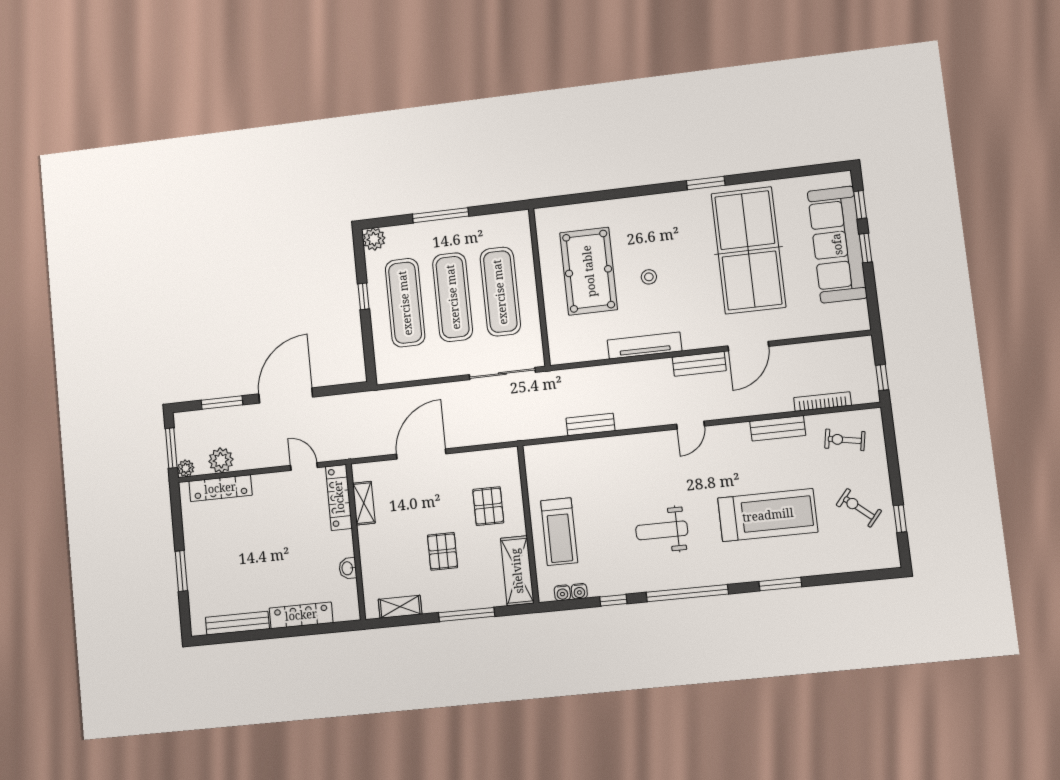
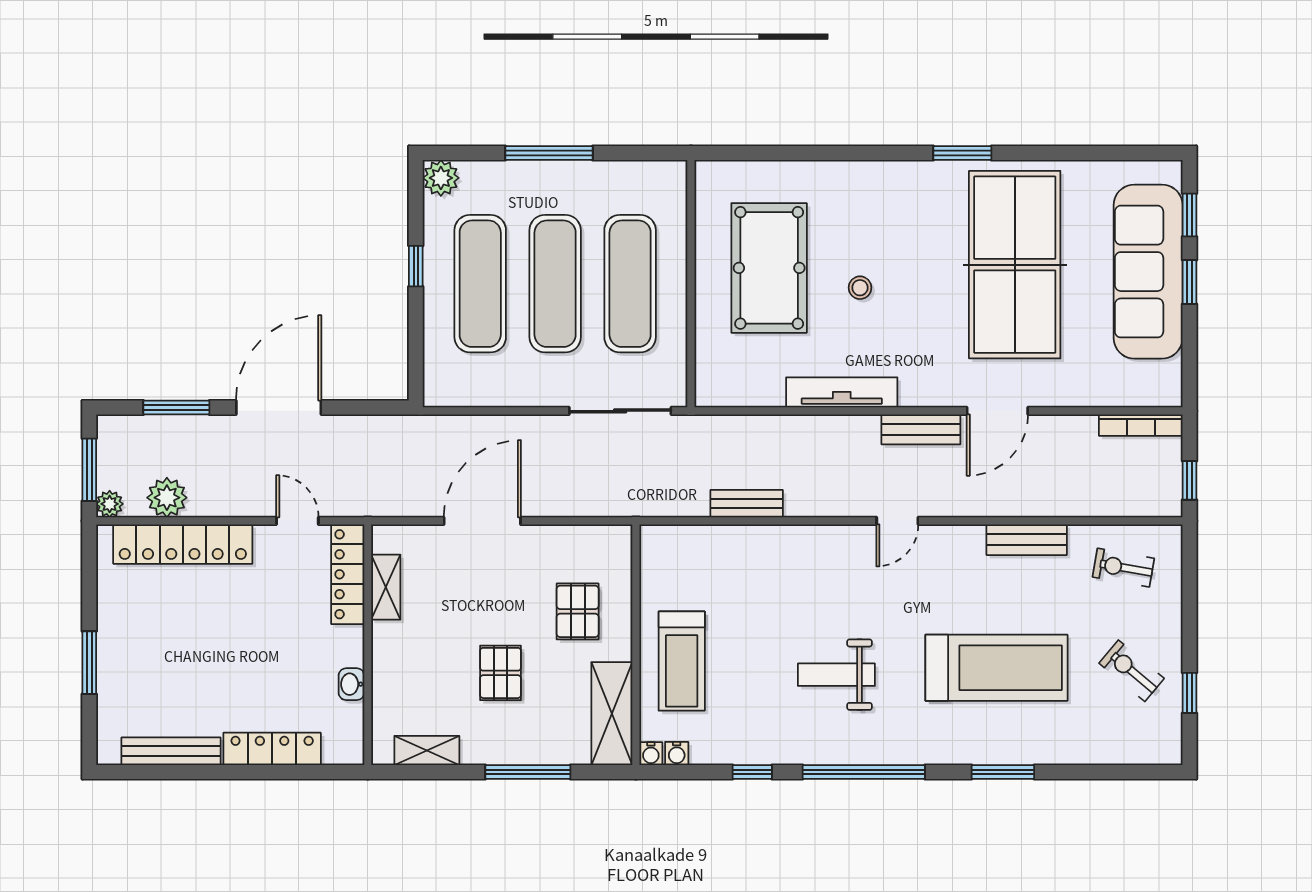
bookcase: (823, 402) -> (1141, 425), moved, turned 180
locker: (220, 488) -> (183, 544), width x1.41, depth x1.21
water cooler: (579, 591) -> (651, 754), moved

